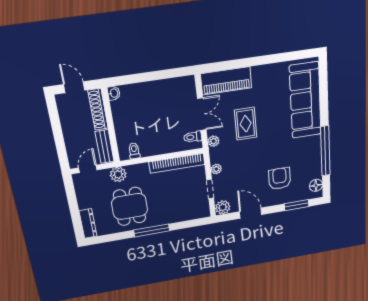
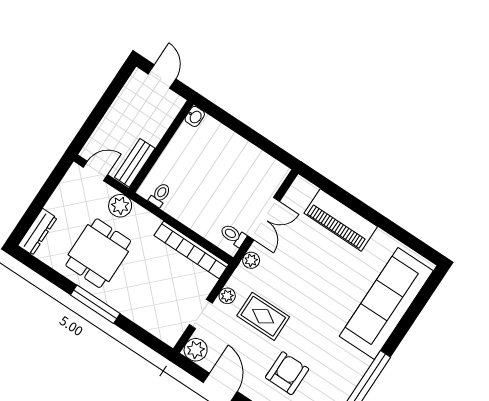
piano: (226, 81) -> (341, 220), moved
shoe rack: (98, 109) -> (164, 119), removed
rug: (246, 124) -> (263, 316), moved, turned 90

